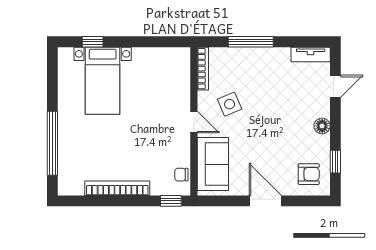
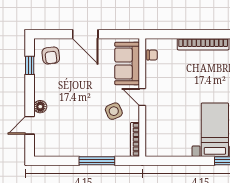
tv unit: (311, 55) -> (49, 151), removed
floor lamp: (322, 126) -> (40, 107), moved
armchair: (309, 174) -> (51, 55), turned -97
window: (171, 201) -> (160, 34), removed

